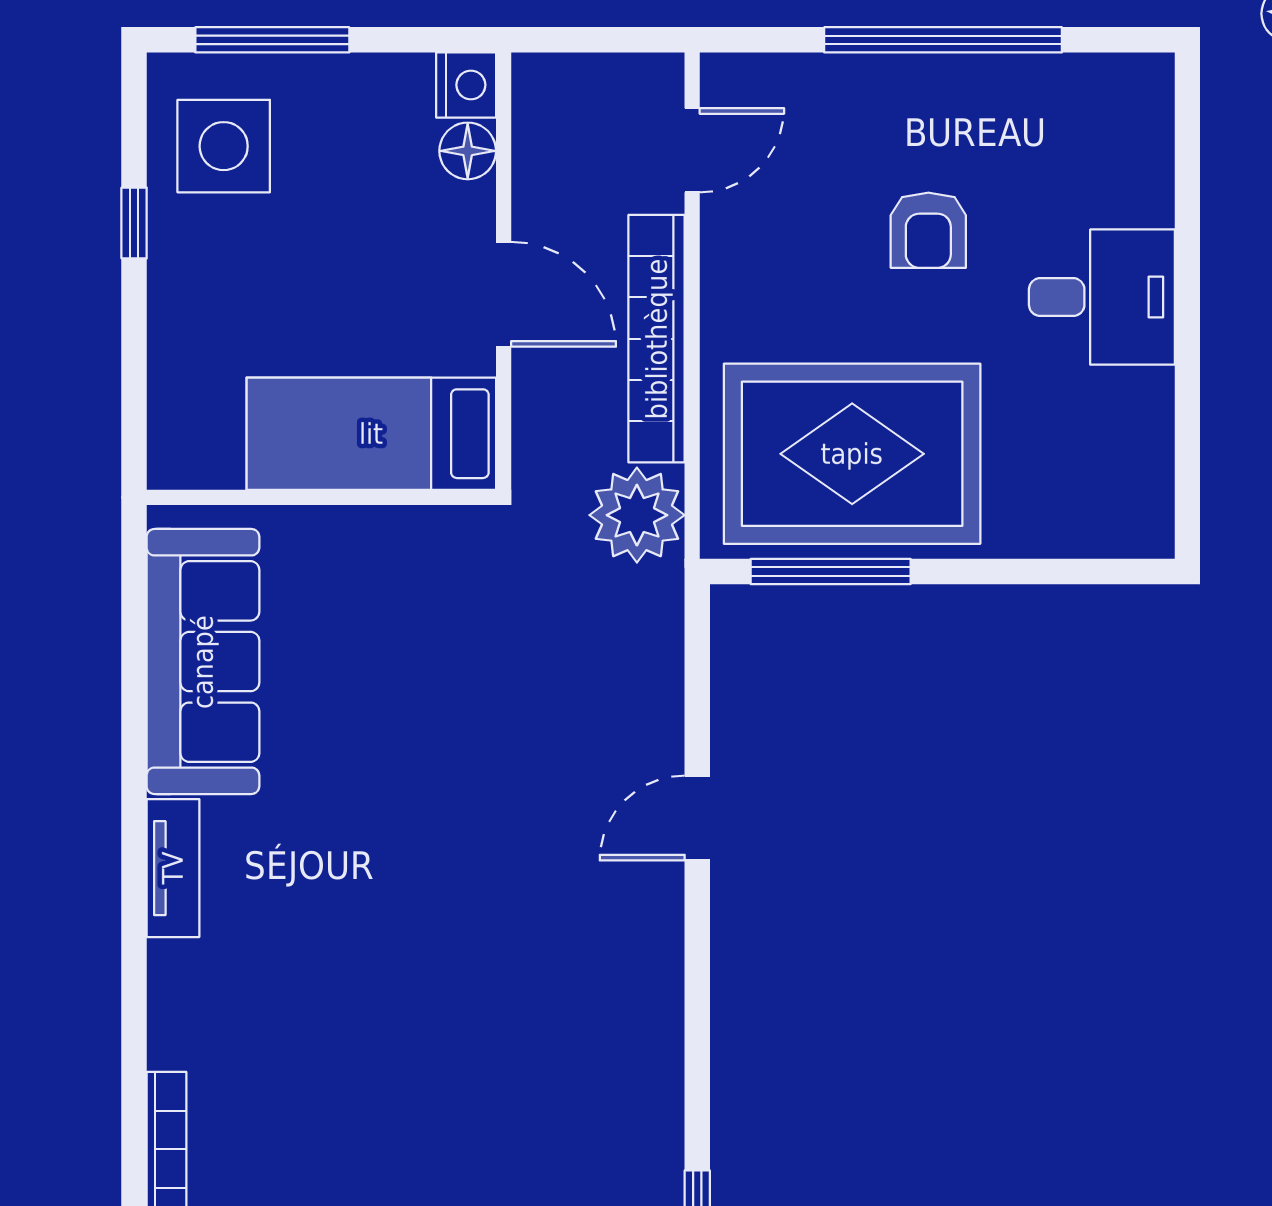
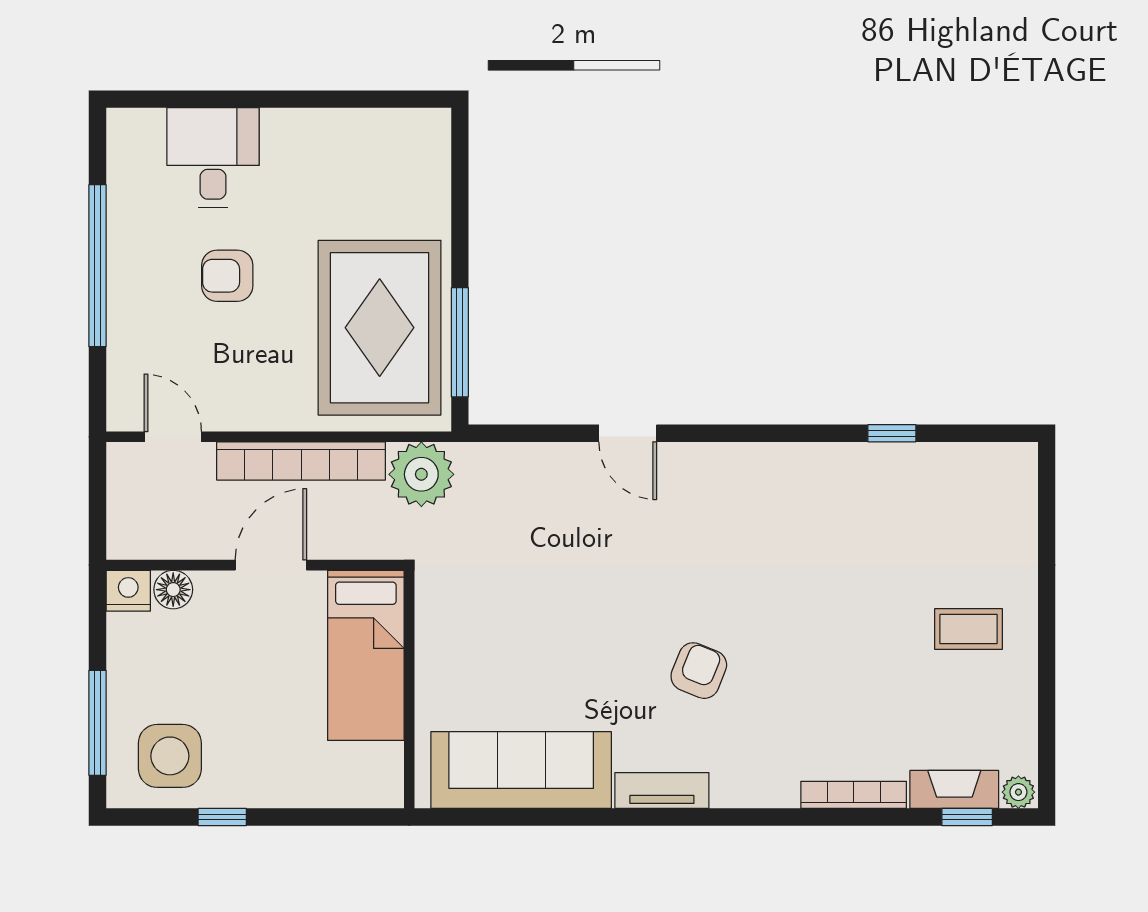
armchair: (928, 230) -> (227, 276), turned 180
desk: (1102, 297) -> (213, 157), moved
armchair: (349, 922) -> (699, 671), added

